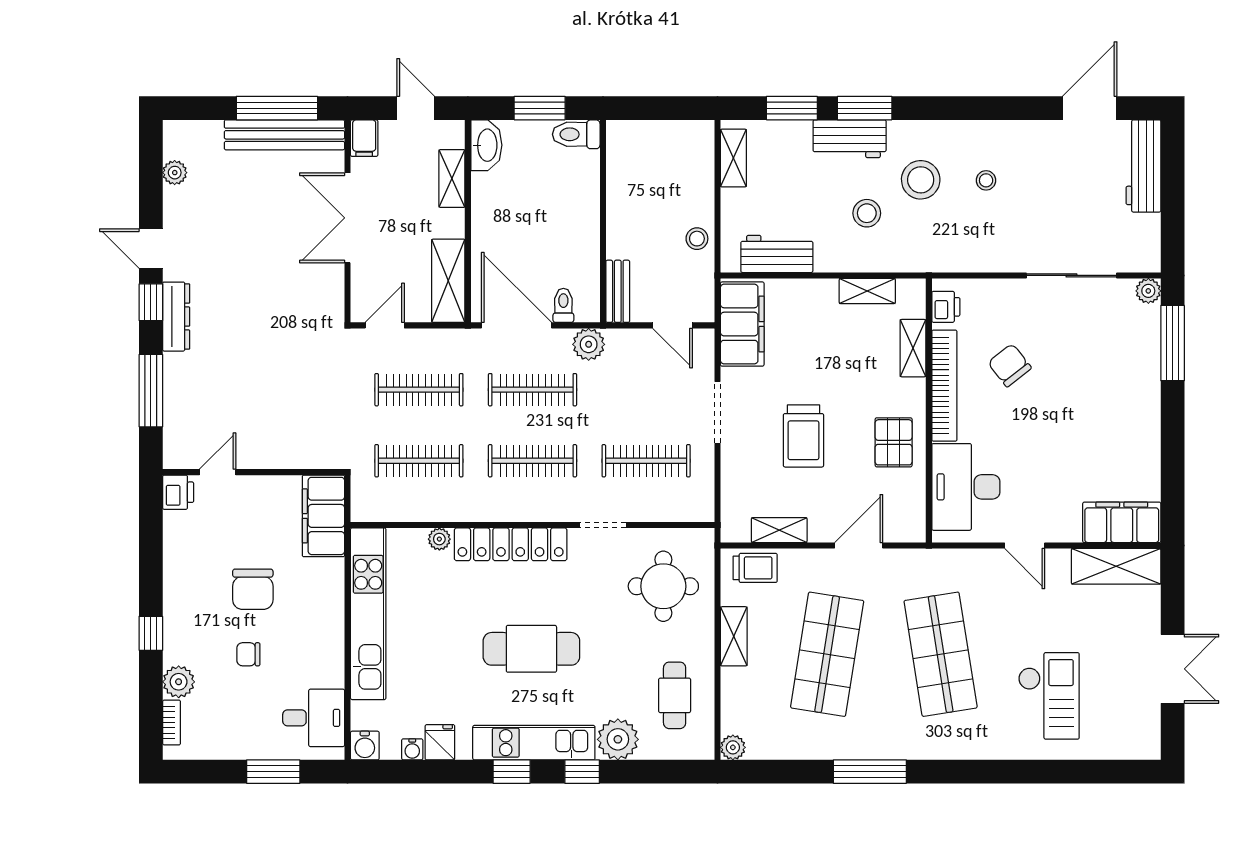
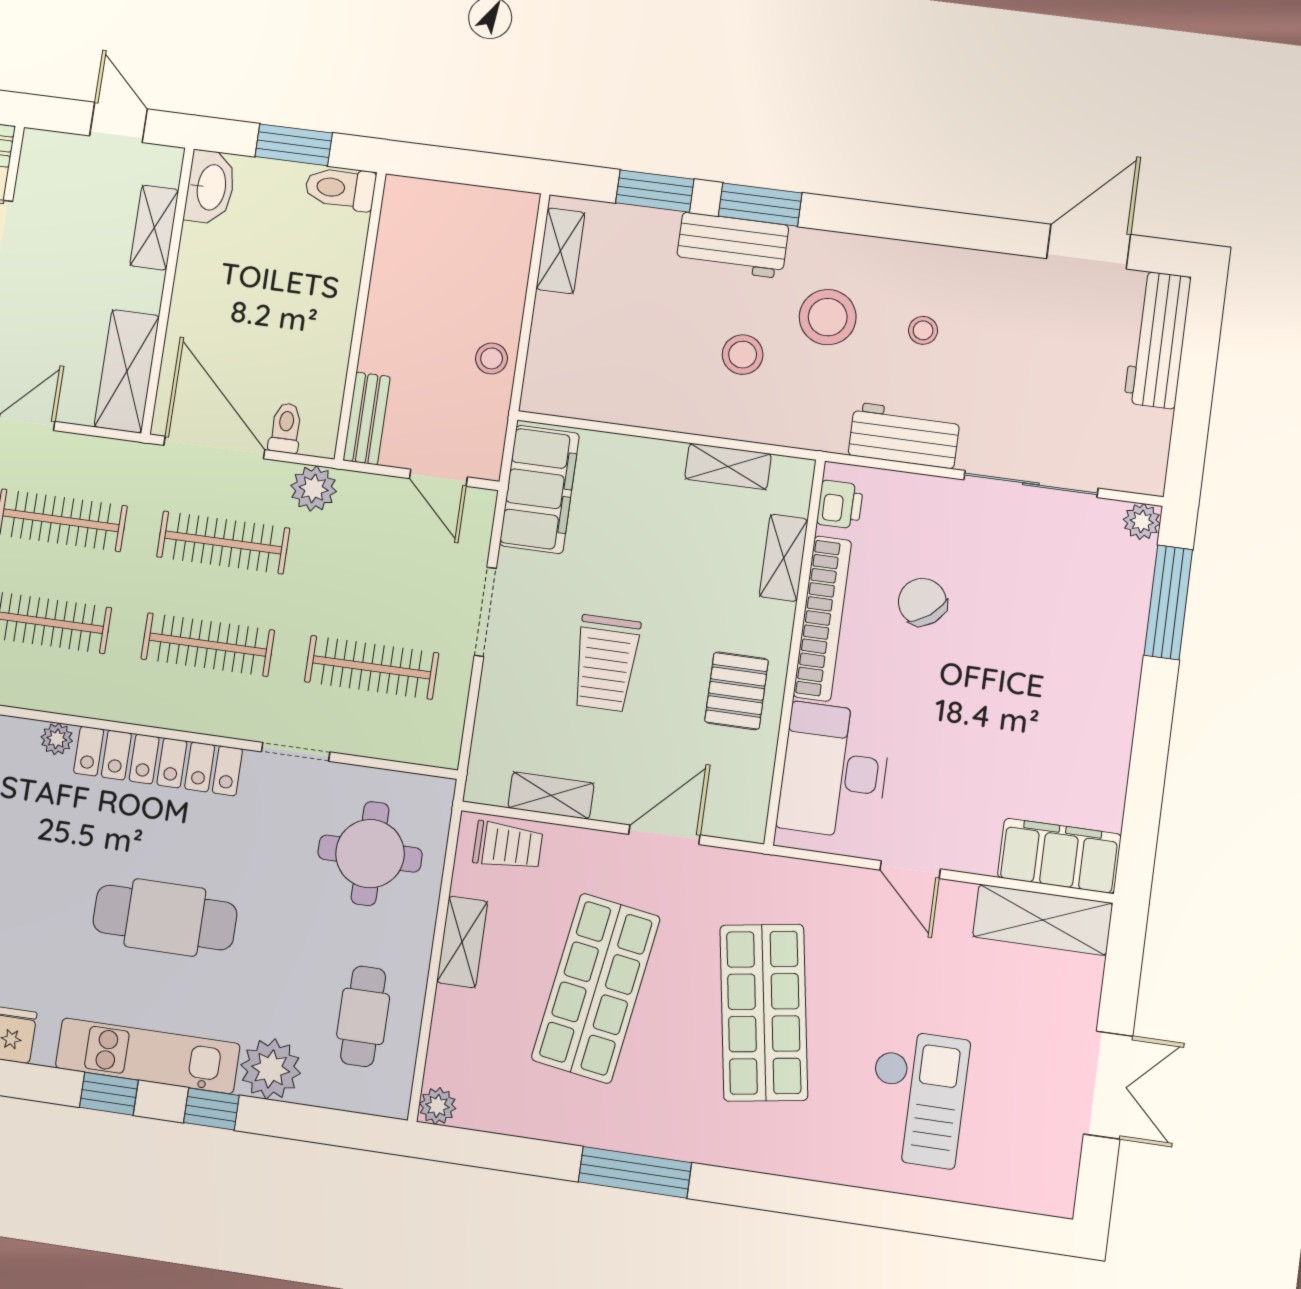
filing cabinet: (364, 138) -> (39, 155), removed
workbench: (777, 254) -> (904, 435), moved

